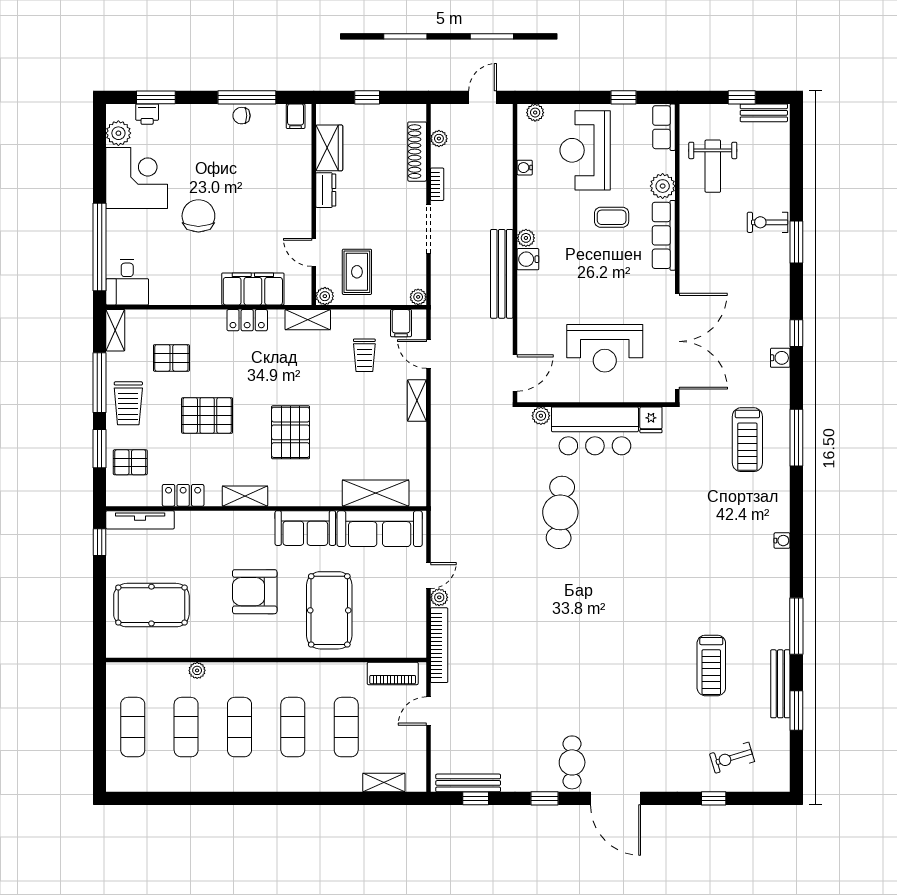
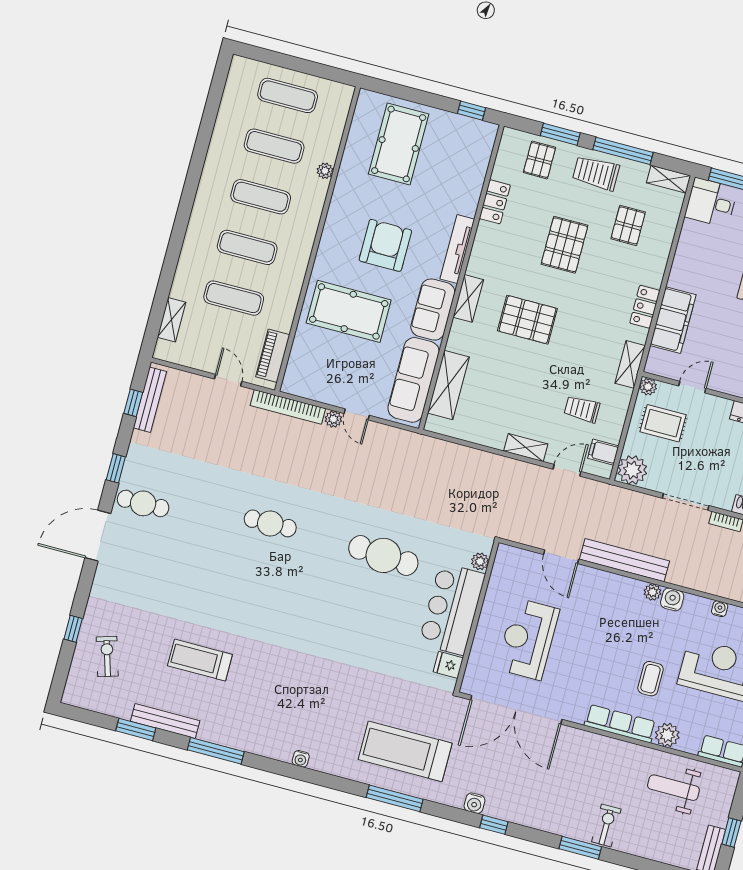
water cooler: (528, 259) -> (672, 599), moved
plant: (418, 297) -> (632, 470), width x1.88, depth x1.88
door: (515, 373) -> (561, 557), moved
treadmill: (747, 440) -> (405, 751), width x1.37, depth x1.38
shelving: (245, 496) -> (468, 298), moved
tv unit: (140, 520) -> (457, 249), moved
cafe table: (558, 632) -> (270, 523), added

